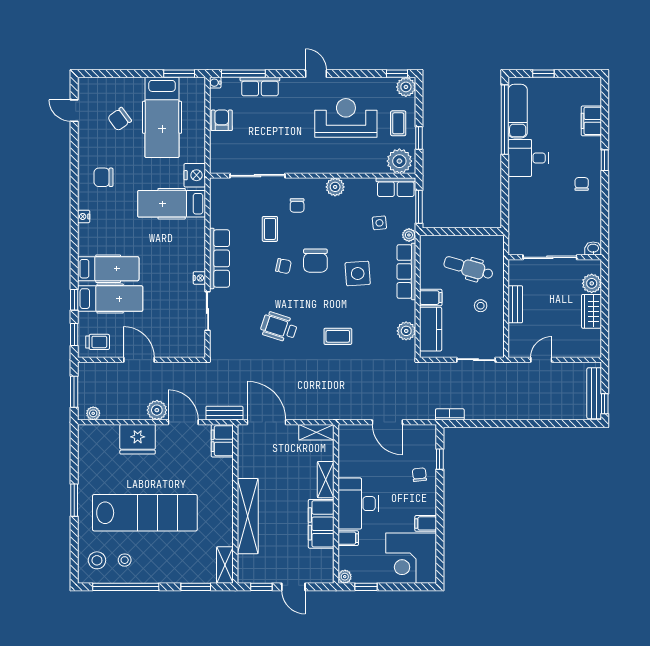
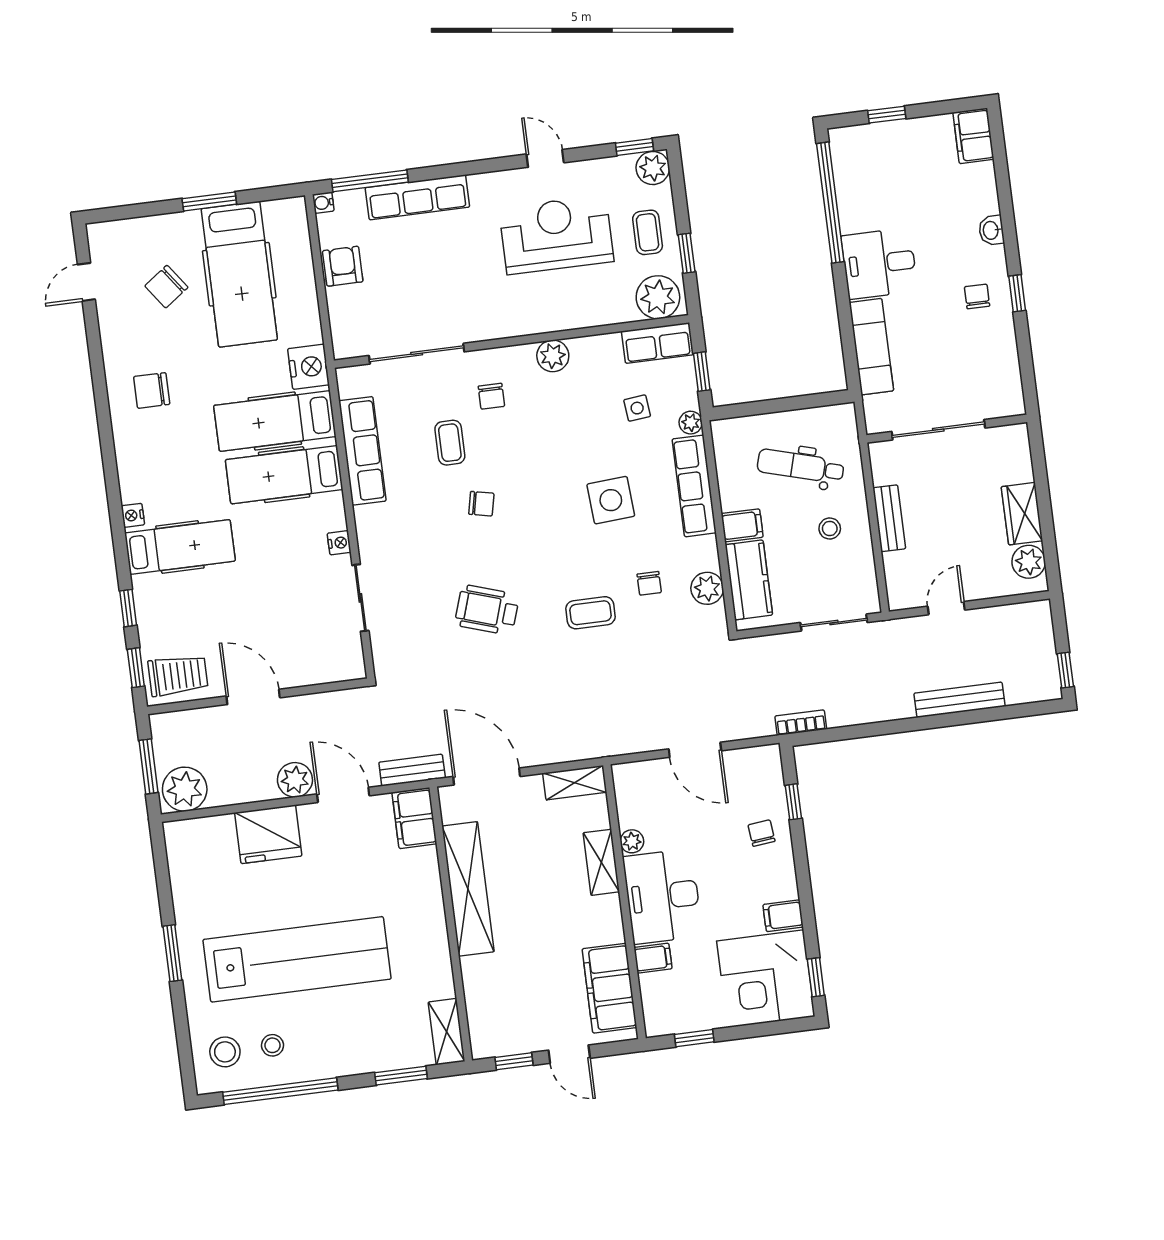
window: (179, 74) -> (209, 201), moved
door: (316, 74) -> (545, 158), moved
row of seats: (260, 86) -> (417, 197), width x1.48
door: (74, 111) -> (86, 282), hinge flipped
exam couch: (518, 111) -> (871, 347), moved
filing cabinet: (591, 121) -> (973, 136), moved
window: (605, 160) -> (1017, 293), moved
window: (419, 207) -> (702, 372), width x0.67
nightstand: (84, 216) -> (133, 515), moved
washbasin: (593, 249) -> (991, 230), moved, turned -90
row of seats: (219, 258) -> (362, 451), moved
chair: (315, 261) -> (649, 583), moved, width x0.54, depth x0.54
plant: (592, 283) -> (1029, 562), moved
hospital bed: (110, 299) -> (284, 475), moved, turned 180
trolley: (98, 342) -> (178, 675), width x1.36, depth x1.39
bench: (594, 393) -> (959, 700), moved, turned 90
plant: (93, 413) -> (185, 789), width x1.87, depth x1.87
shelving: (248, 516) -> (468, 889), moved
filing cabinet: (321, 524) -> (609, 988), moved
window: (440, 561) -> (816, 977), added
plant: (345, 577) -> (632, 841), moved

